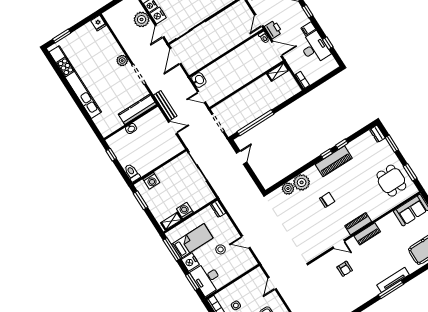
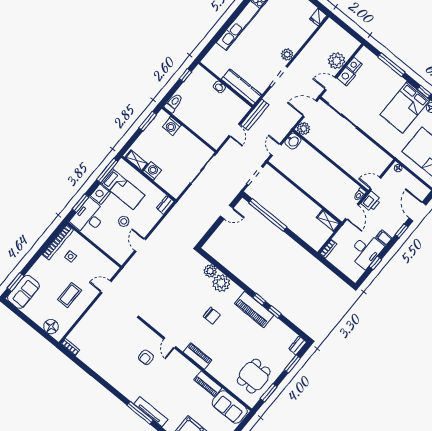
plant: (191, 67) -> (304, 129), added
piano: (367, 234) -> (208, 384), moved

